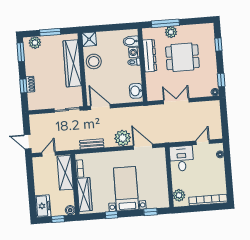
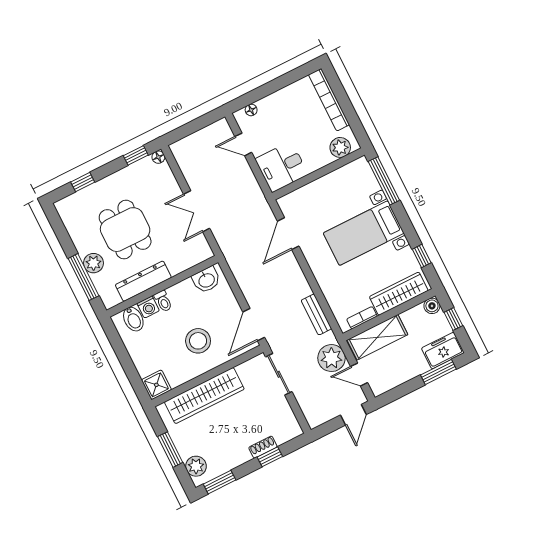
stool: (94, 61) -> (198, 341), moved
plant: (123, 138) -> (331, 358), moved
window: (32, 199) -> (438, 372), added
window: (150, 212) -> (384, 181), width x2.17
window: (112, 215) -> (422, 256), moved

